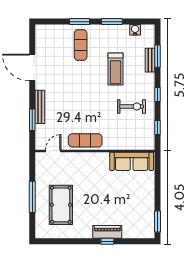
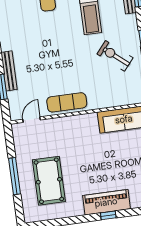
exercise bike: (132, 107) -> (115, 56), turned -140
piano: (107, 232) -> (106, 202), width x1.37, depth x1.33

